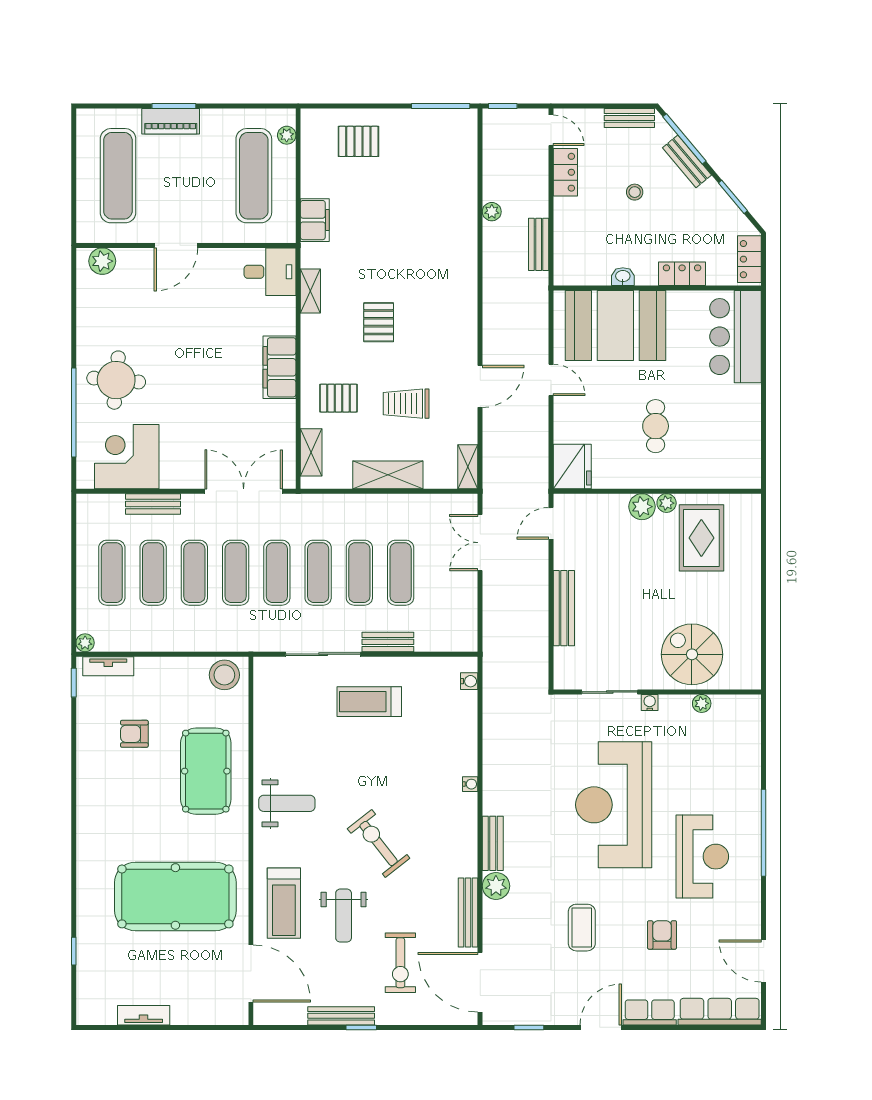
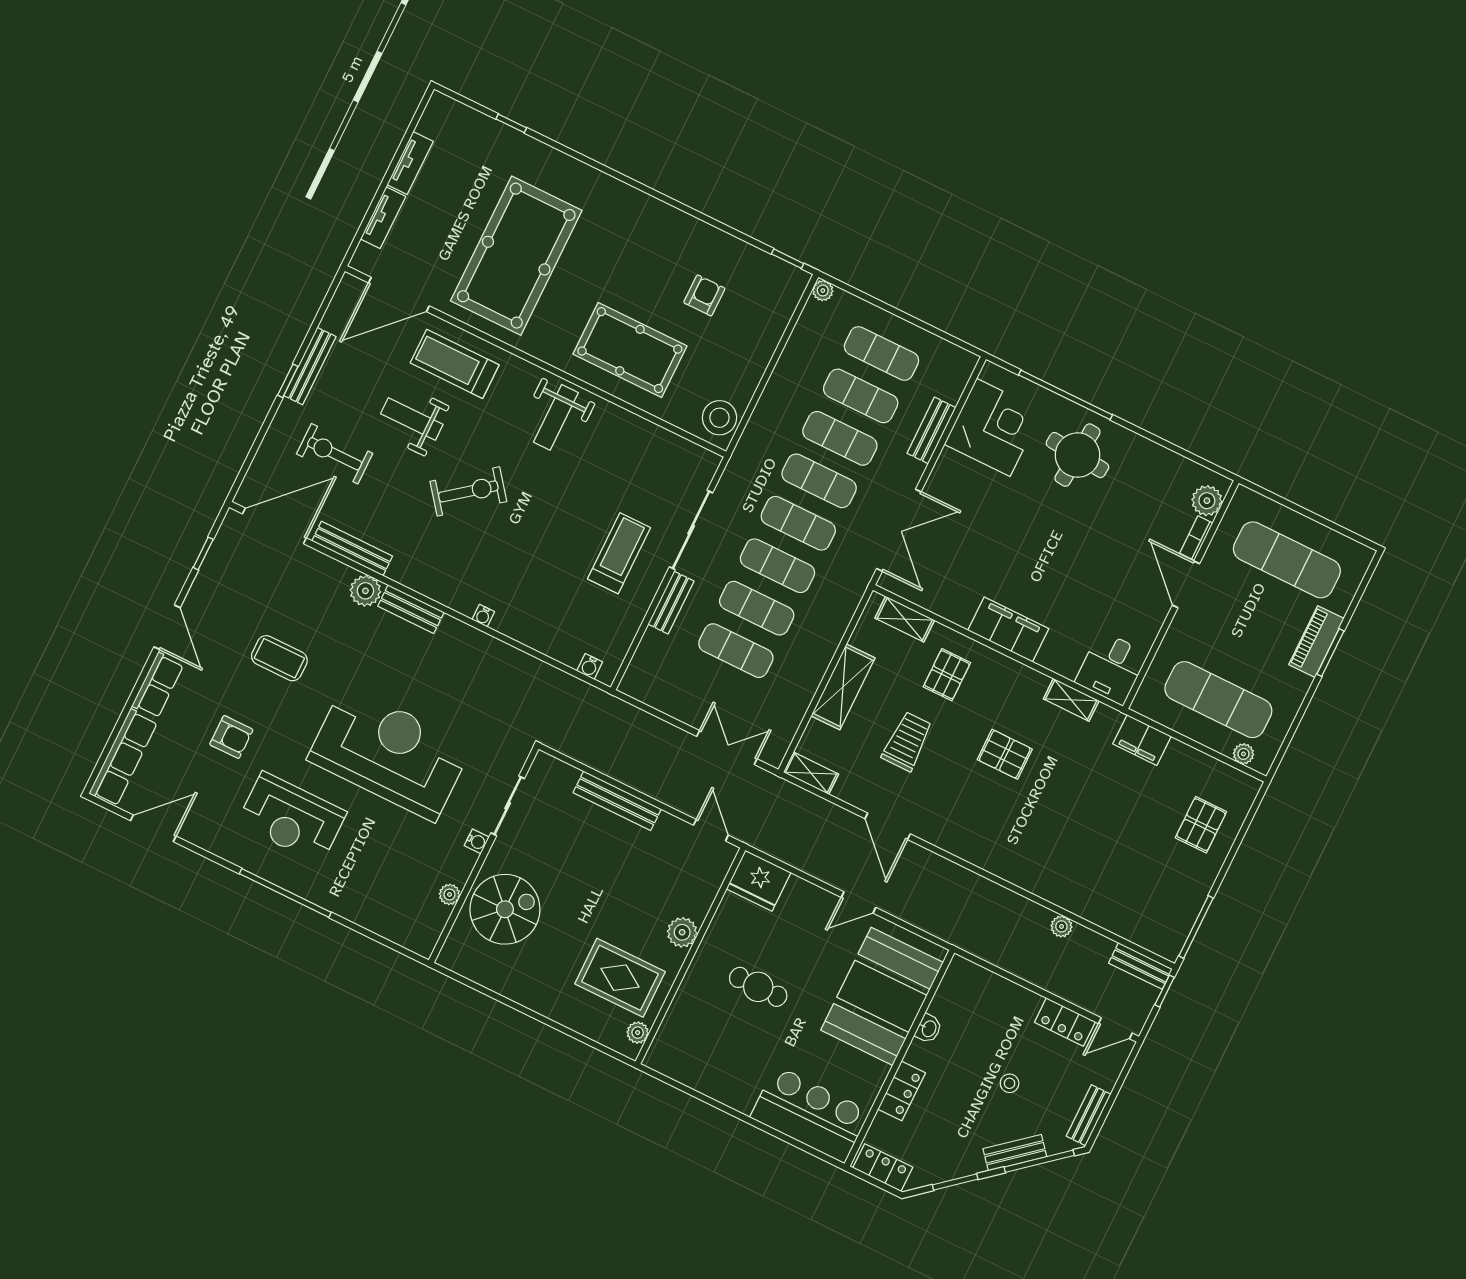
bench: (539, 244) -> (1140, 966), moved
bookcase: (136, 255) -> (1196, 538), added
plant: (667, 503) -> (638, 1033), moved
tv unit: (108, 666) -> (383, 218), moved, turned 180

